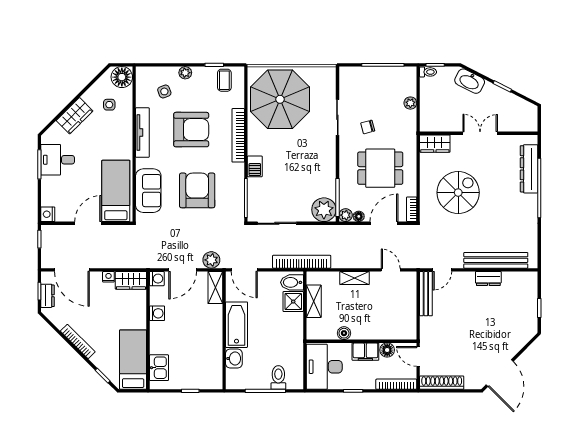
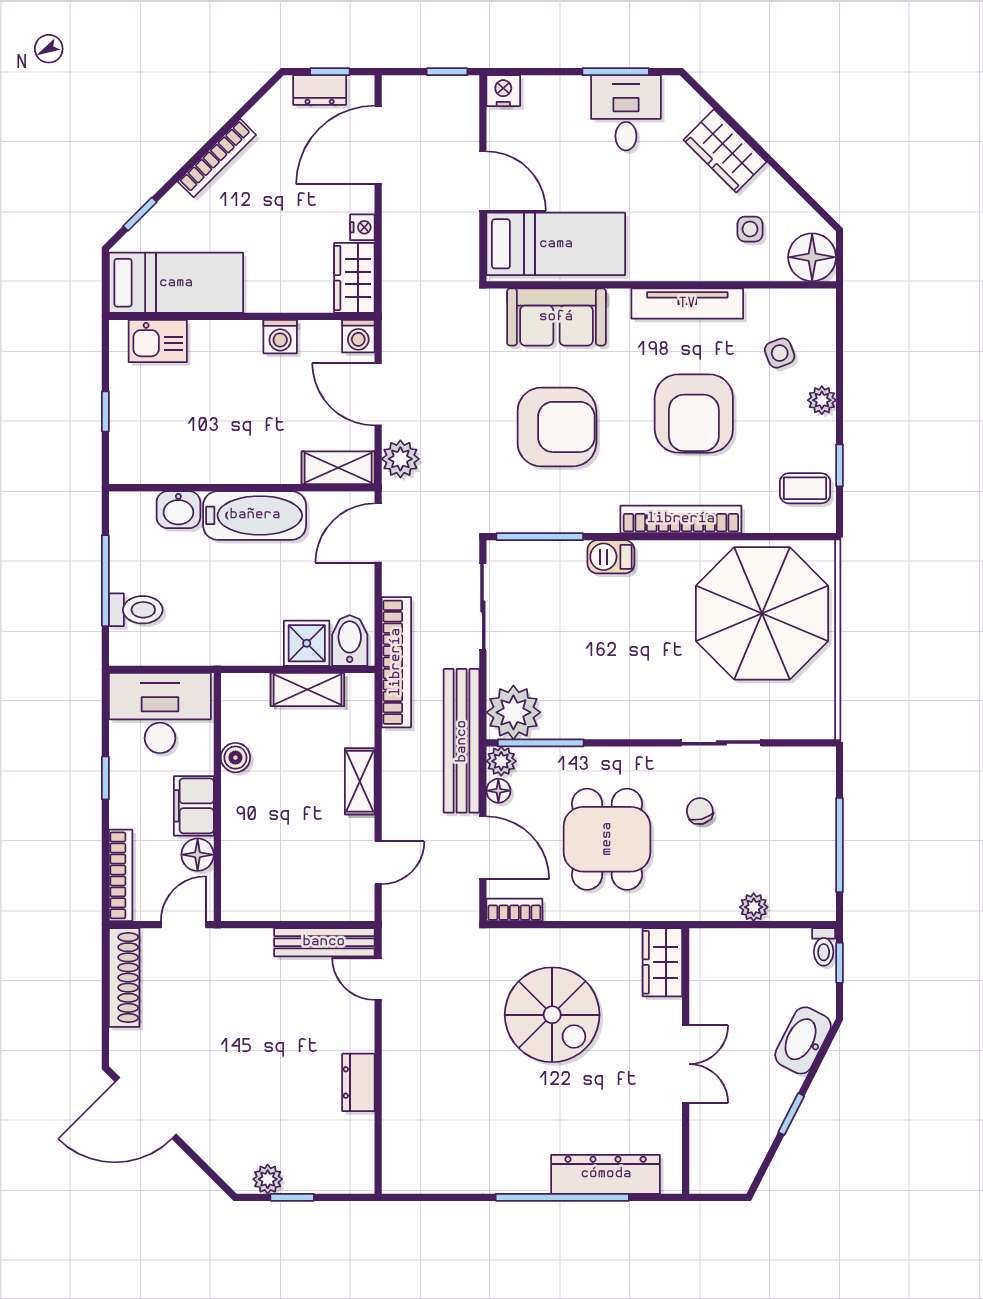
bench: (496, 260) -> (462, 741), moved
plant: (531, 319) -> (268, 1179), added

